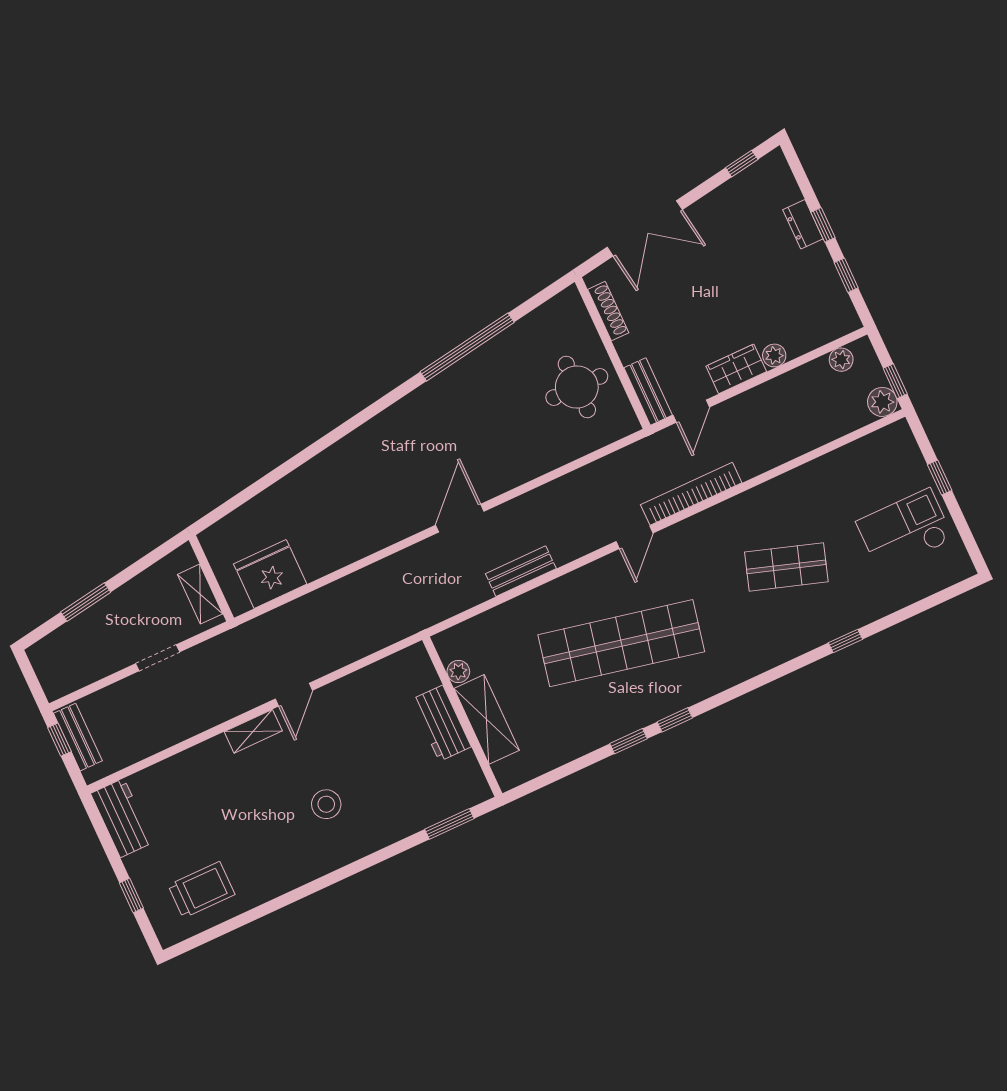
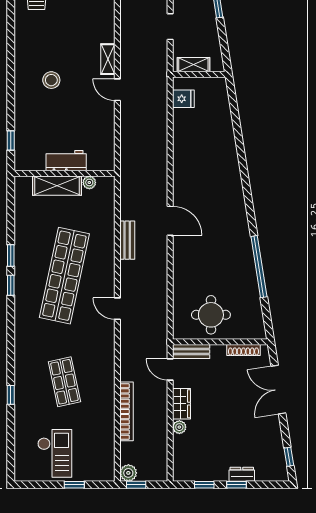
plant: (841, 360) -> (161, 461), removed
bookcase: (691, 494) -> (126, 411), moved
shop shelf: (786, 567) -> (64, 382), turned -30
fridge: (270, 574) -> (183, 99), width x0.53, depth x0.75
window: (449, 824) -> (11, 140), width x0.67

